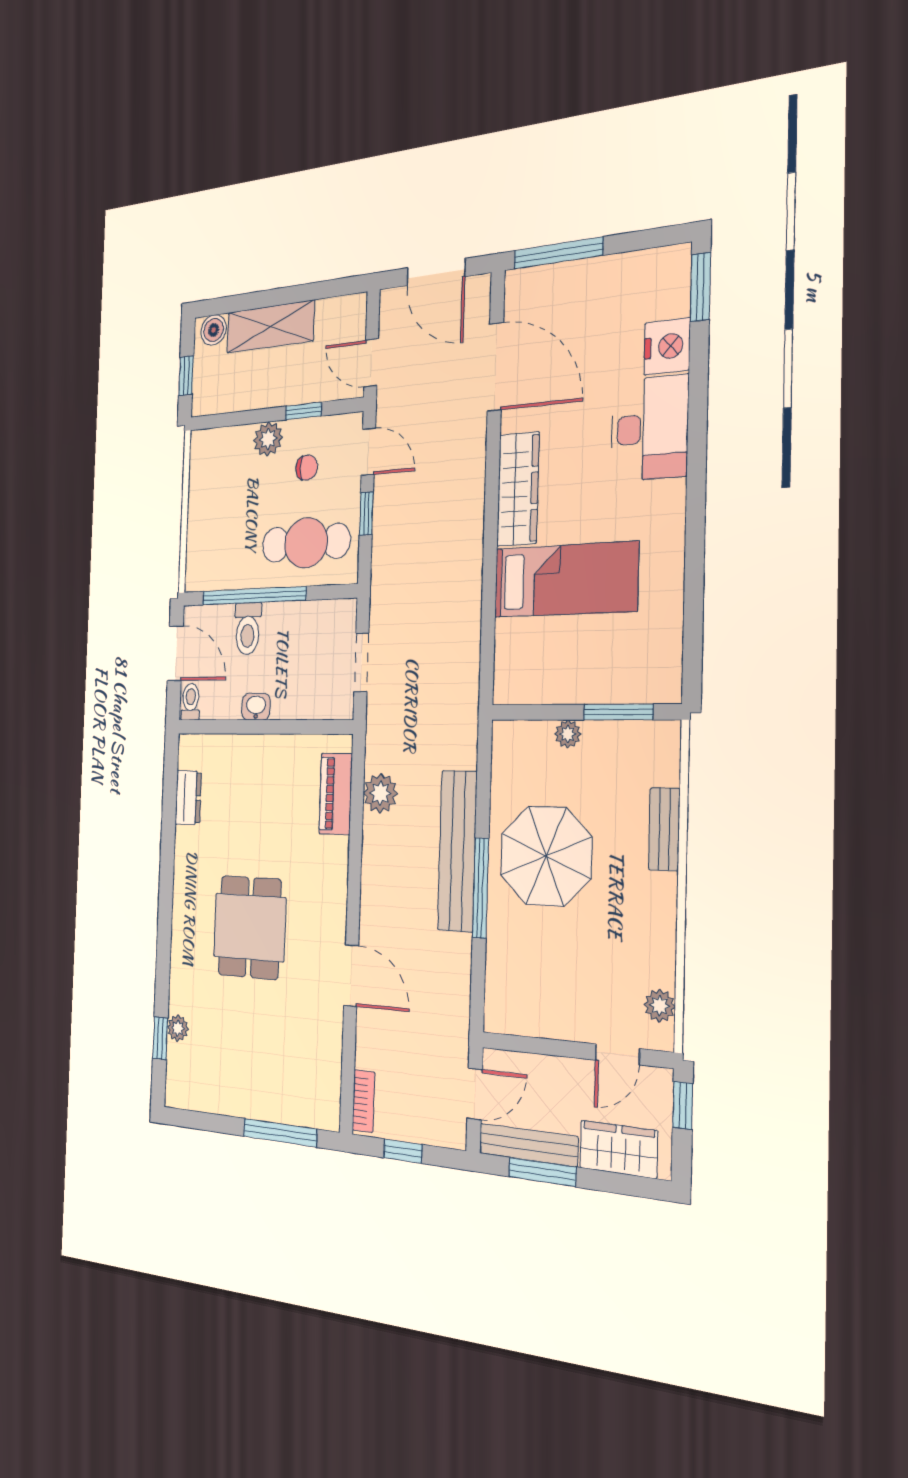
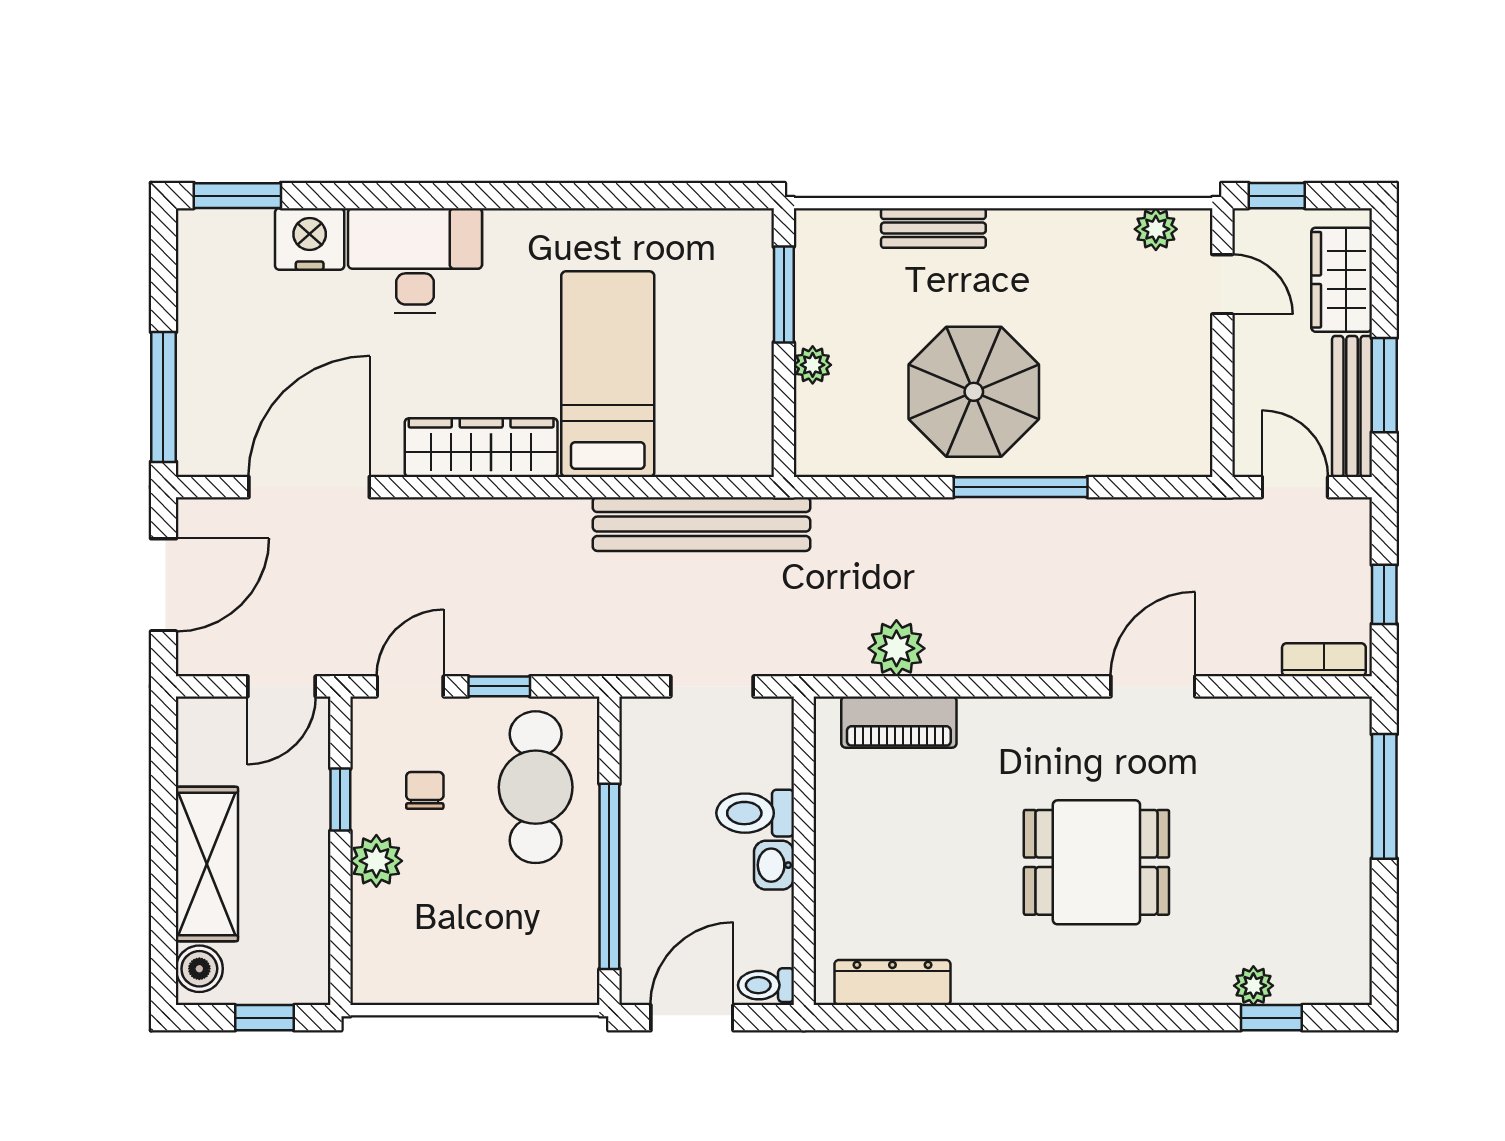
toilet: (248, 629) -> (755, 813), moved, turned 180
dresser: (188, 798) -> (892, 983), width x1.44
bench: (457, 851) -> (702, 524), moved

